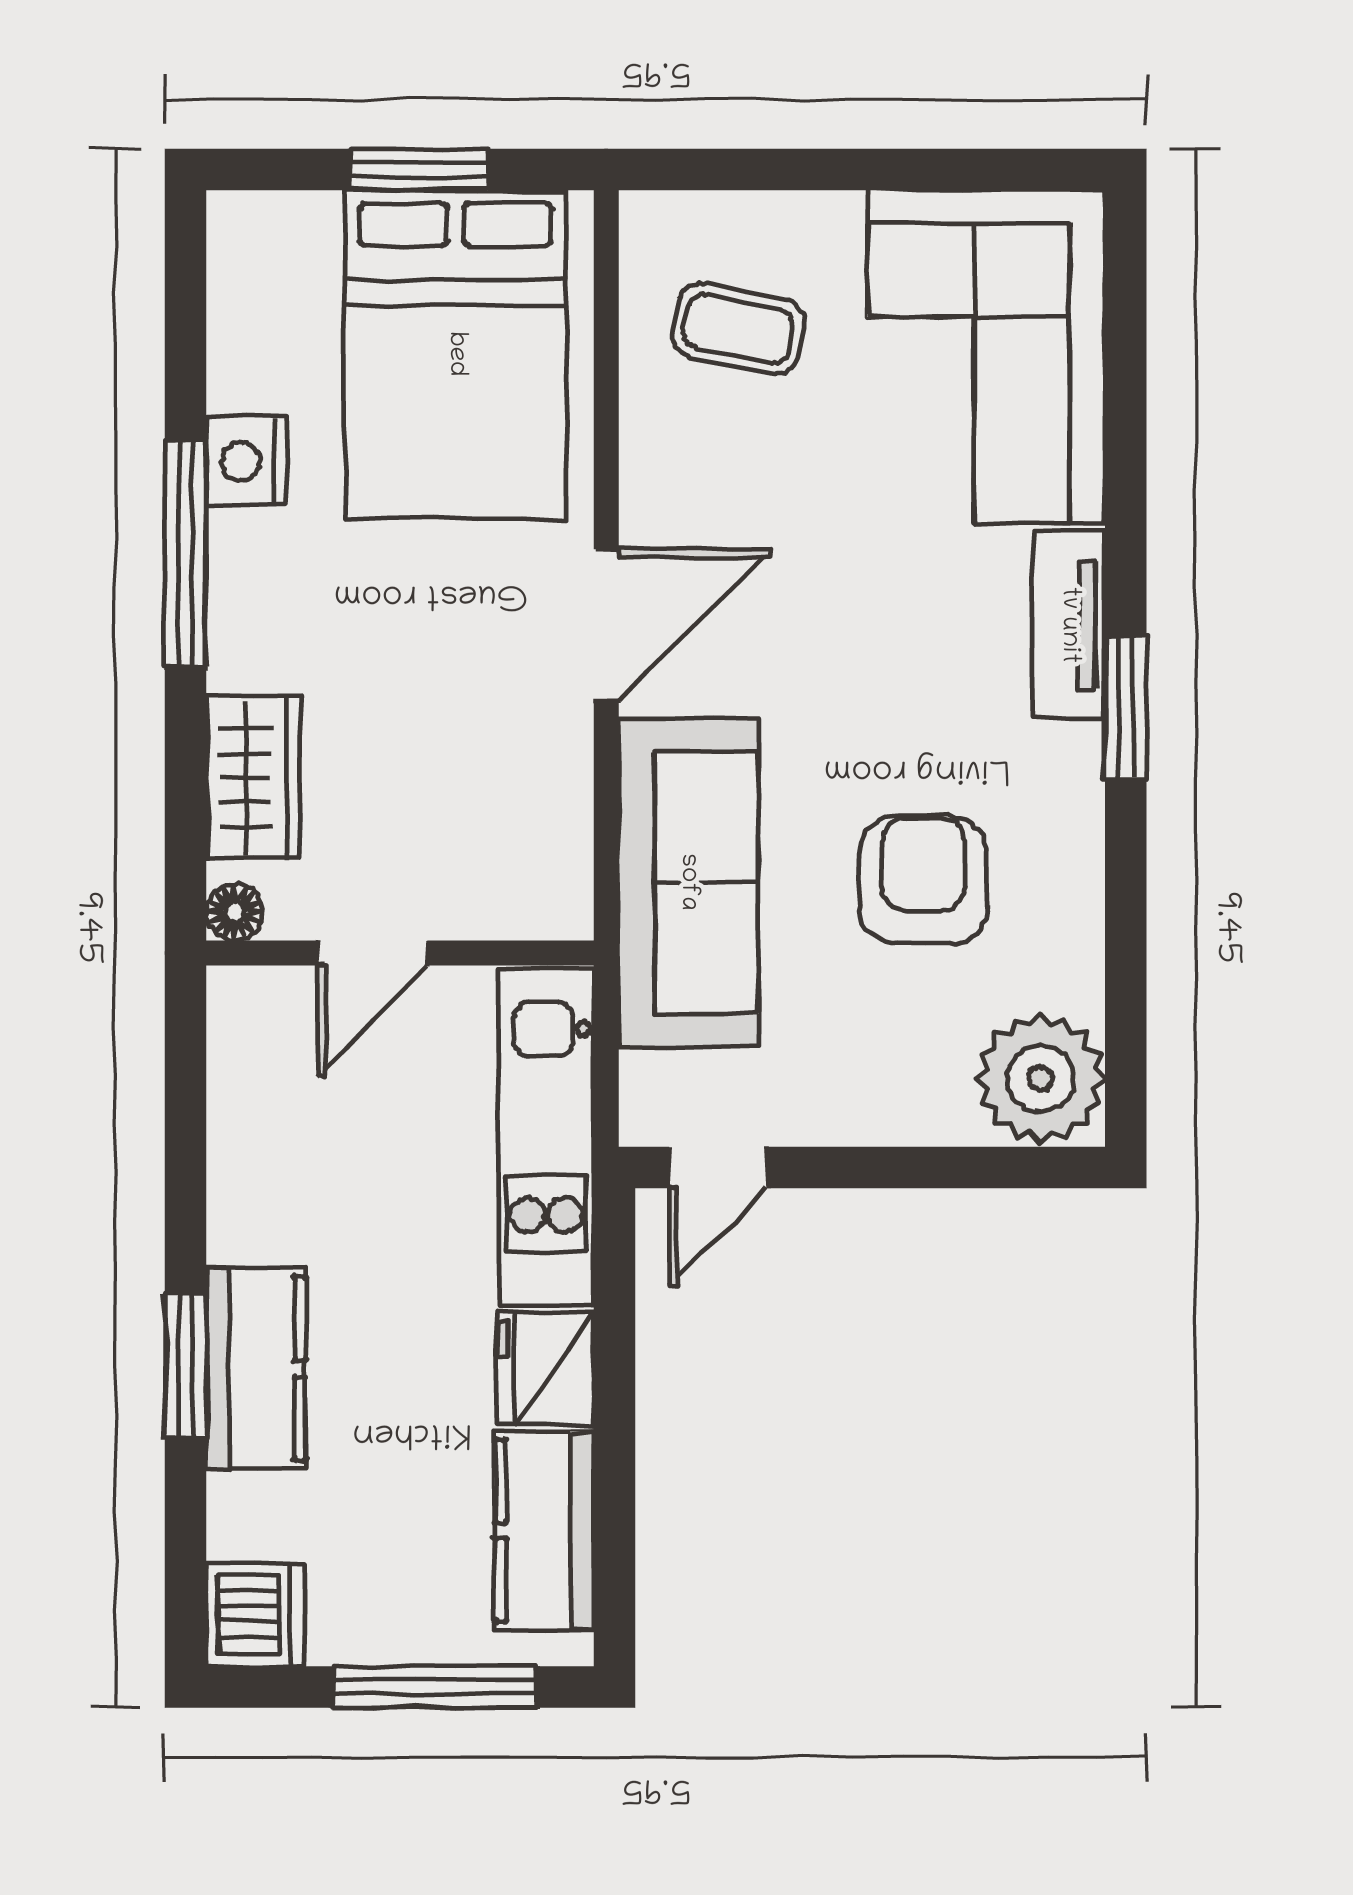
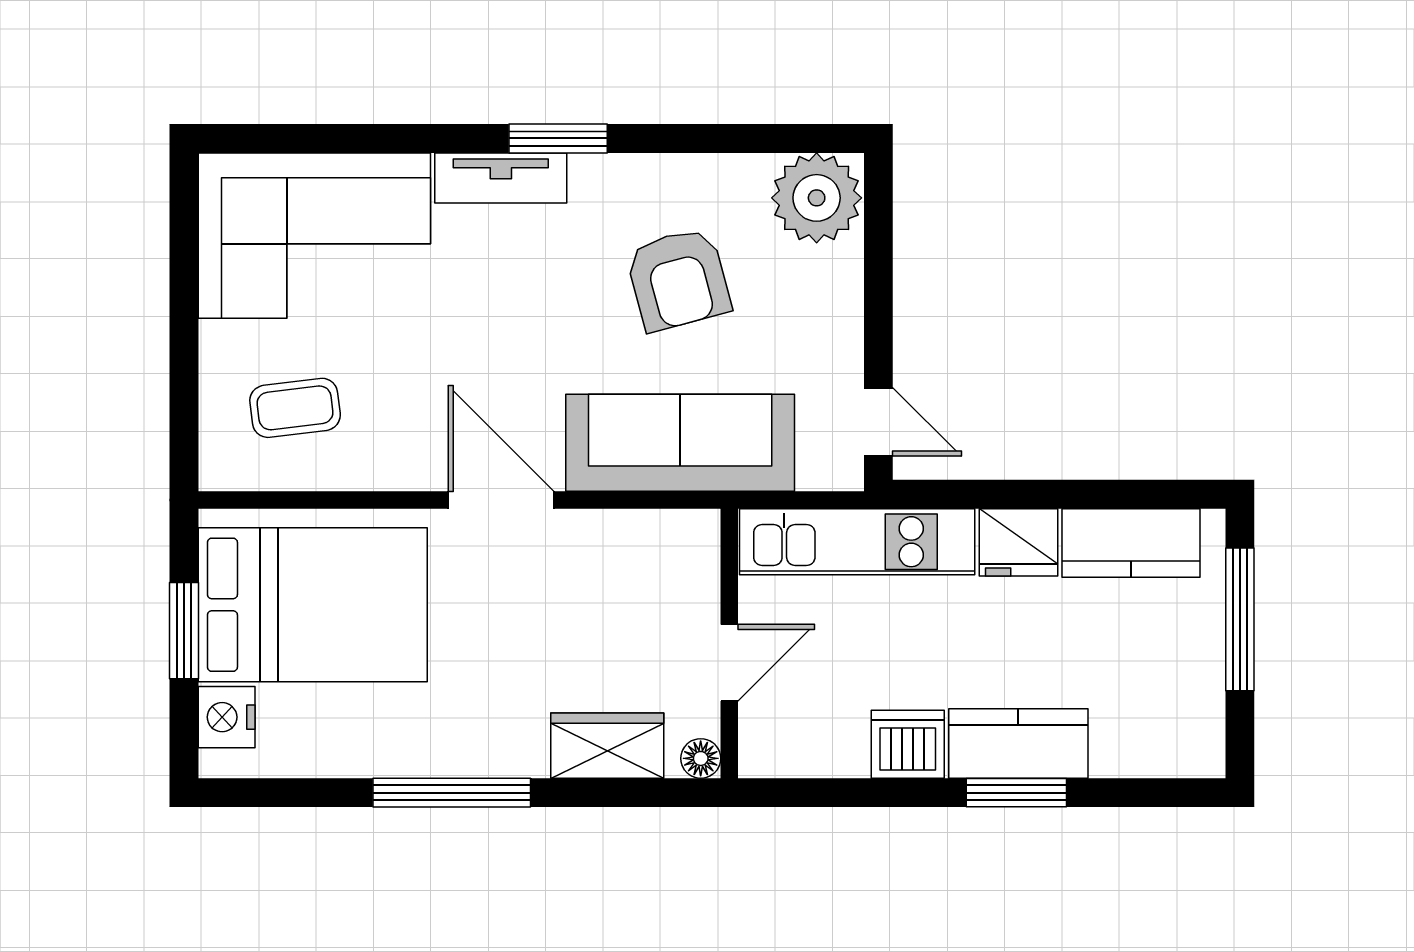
coffee table: (739, 329) -> (295, 408), turned 71
nightstand: (247, 461) -> (227, 717), moved, turned 90
armchair: (923, 880) -> (678, 279), turned -105
door: (372, 953) -> (729, 663), hinge flipped
dishwasher: (255, 1614) -> (908, 744), moved

